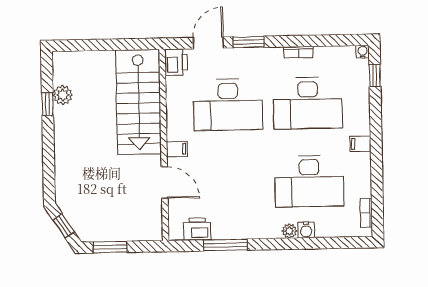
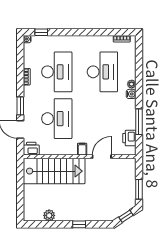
window: (48, 104) -> (79, 224), moved
filing cabinet: (360, 144) -> (81, 41), removed
water cooler: (306, 230) -> (131, 94), moved

